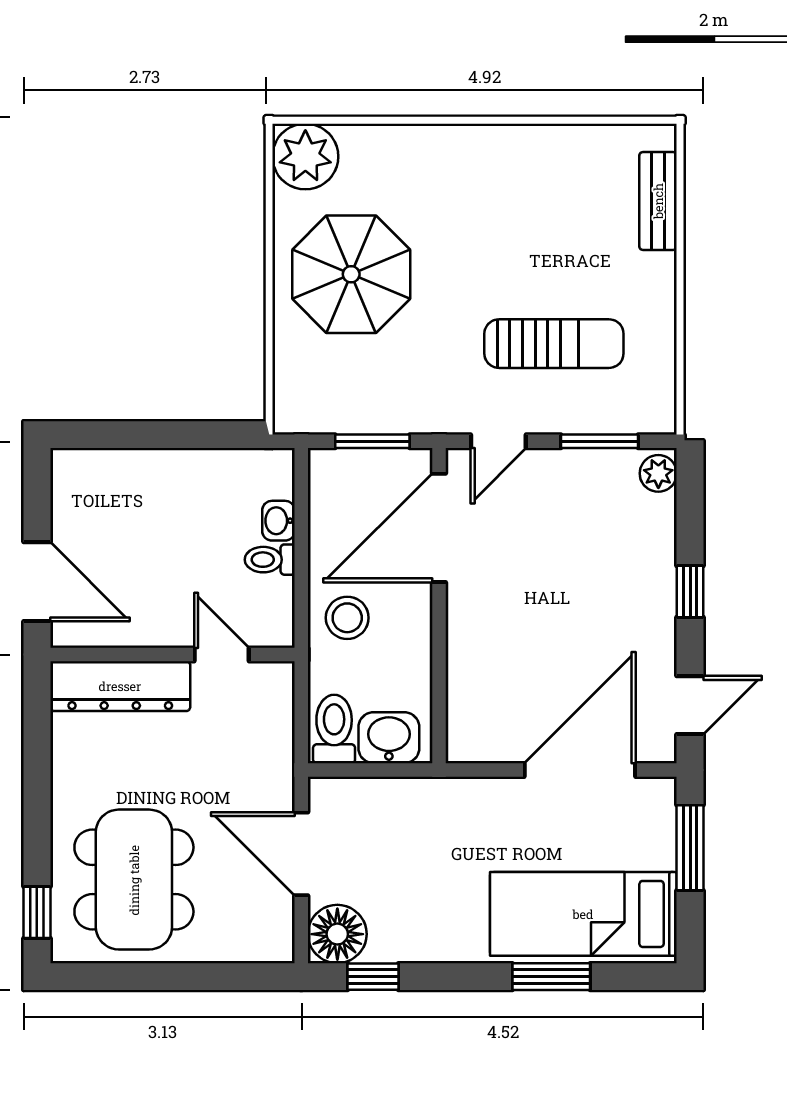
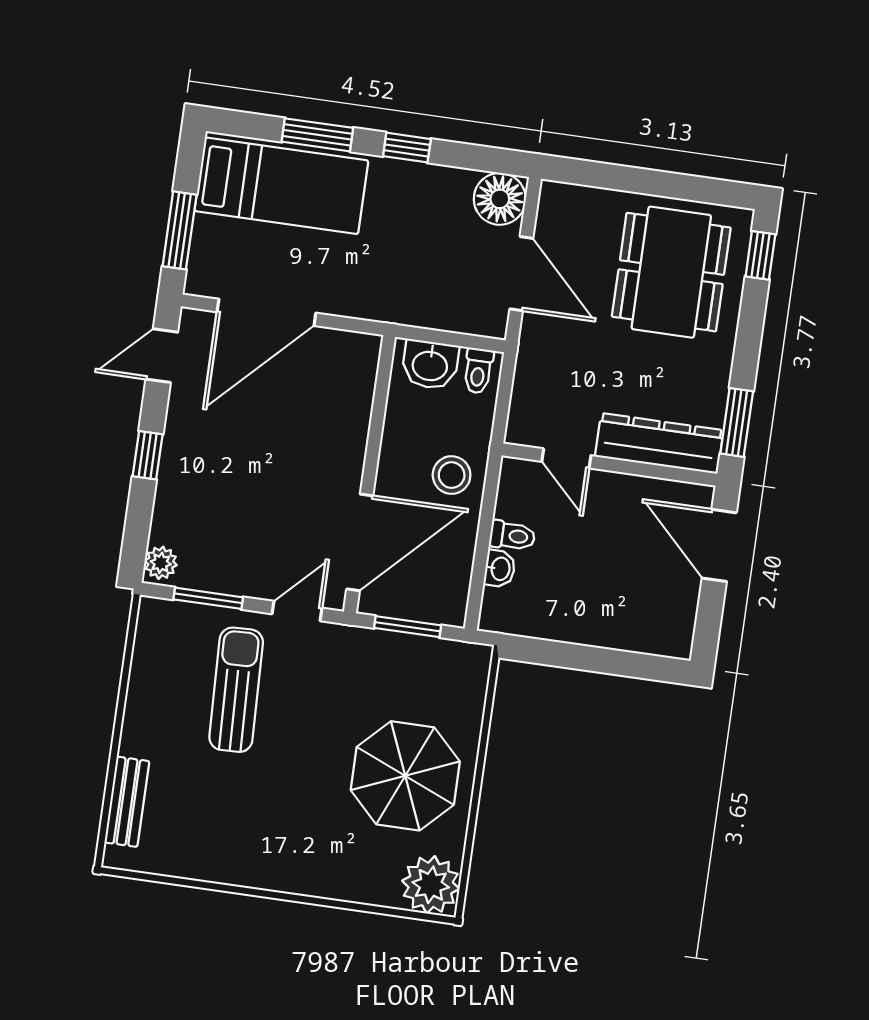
sun lounger: (554, 344) -> (236, 690), turned 88
window: (37, 722) -> (737, 422), added
toilet: (334, 729) -> (478, 371), width x0.73, depth x0.72
window: (373, 977) -> (407, 148), moved

